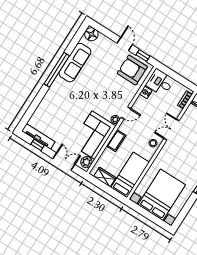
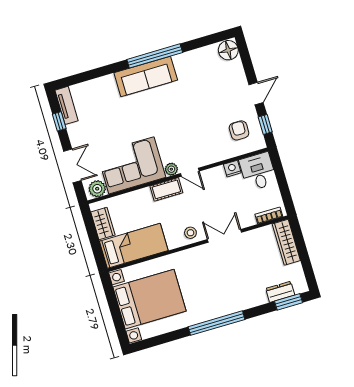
sofa: (75, 63) -> (146, 76), moved
armchair: (132, 70) -> (239, 130), width x0.53, depth x0.53
tv unit: (38, 136) -> (67, 105), width x0.71
cot: (116, 141) -> (166, 189), moved

